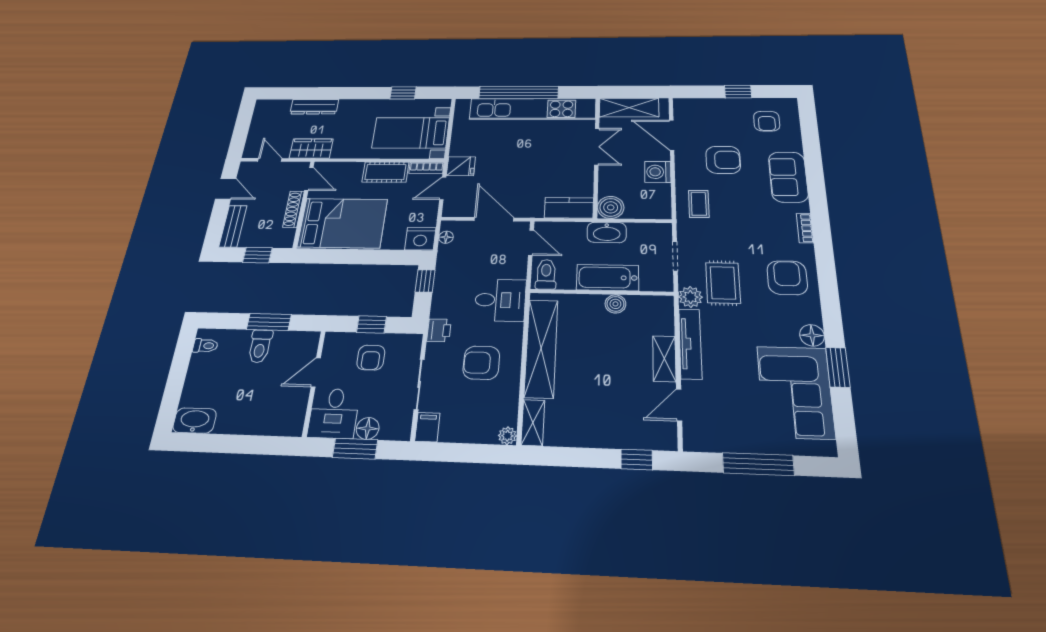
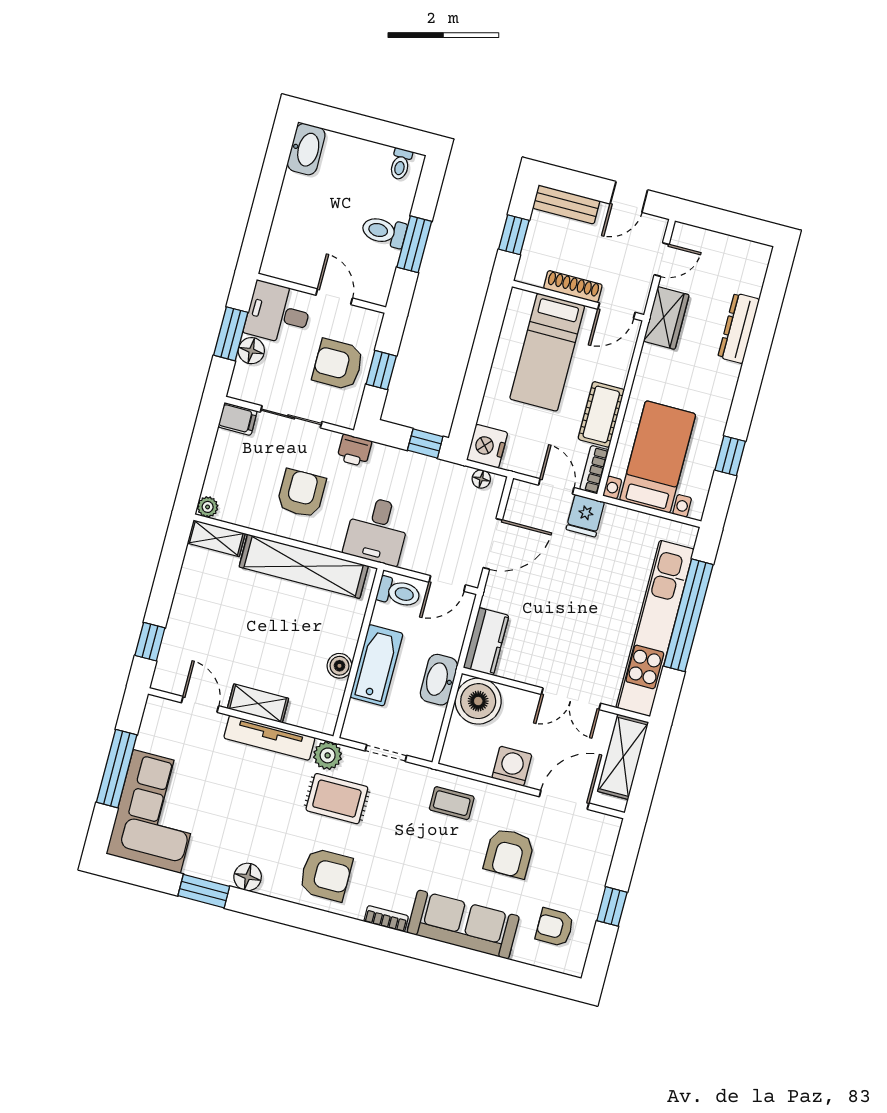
sofa: (788, 177) -> (463, 925), width x1.36
boiler: (611, 207) -> (478, 701), width x1.37, depth x1.37
bed: (343, 223) -> (547, 352), width x0.67
armchair: (371, 358) -> (338, 364), width x1.38, depth x1.38
corner sofa: (795, 392) -> (157, 811), moved, turned 90

